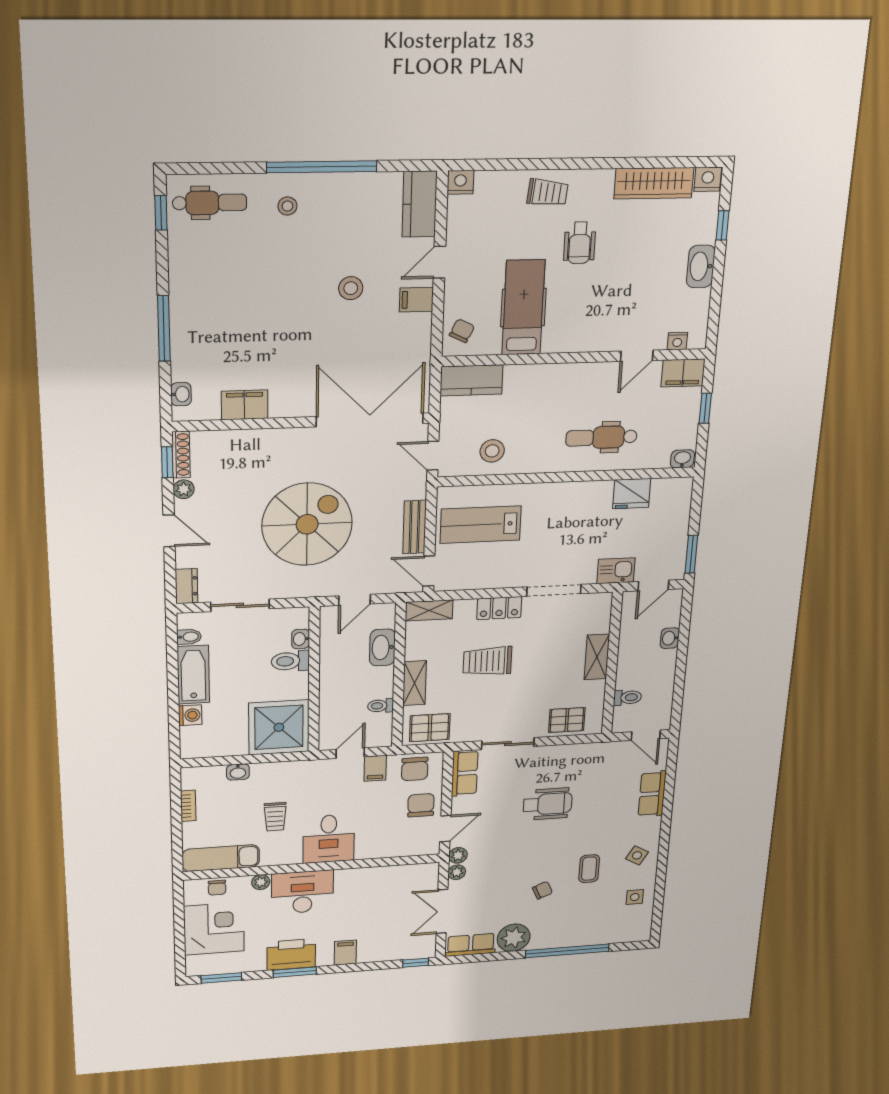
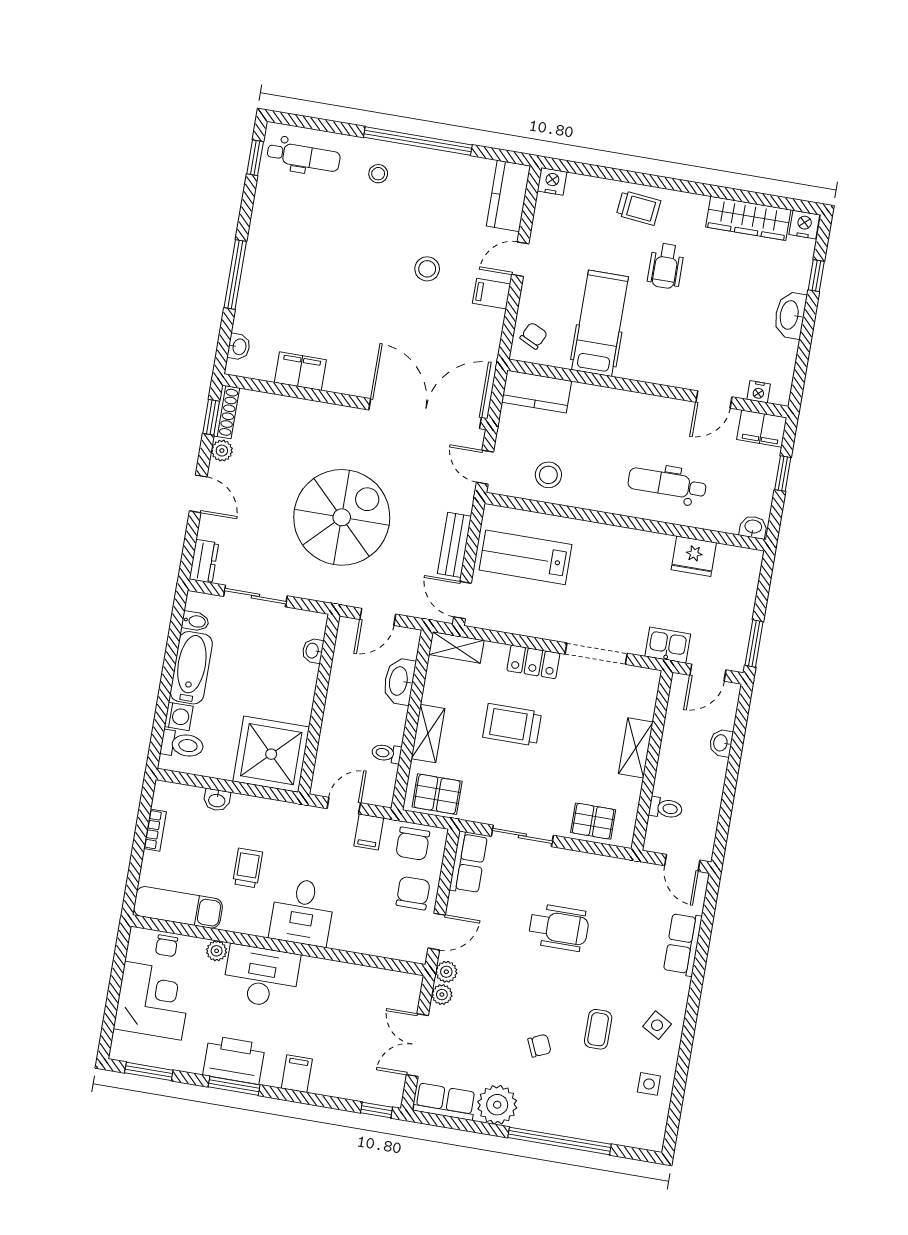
toilet: (290, 661) -> (182, 745), moved, turned 180
trolley: (275, 817) -> (248, 868), turned 180

